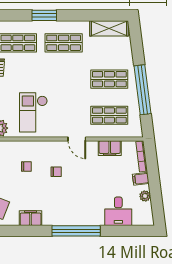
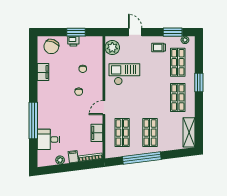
window: (76, 231) -> (33, 121), moved

